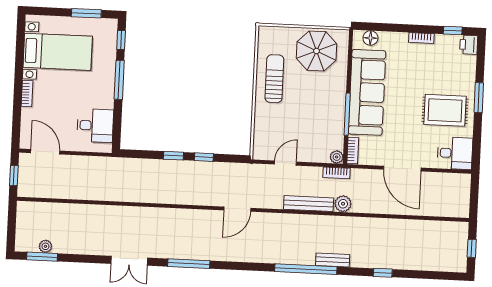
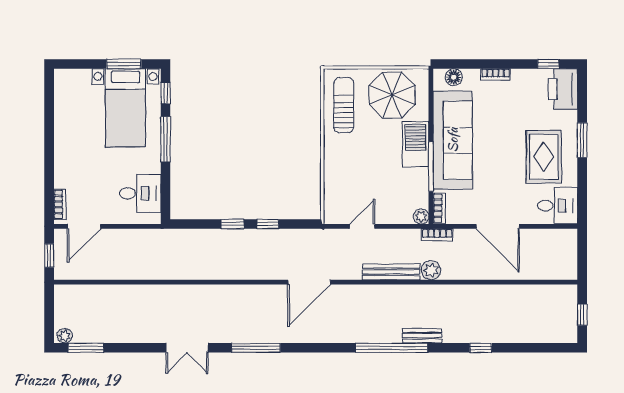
bookcase: (421, 38) -> (496, 74), moved
printer: (469, 45) -> (563, 89), width x1.87, depth x1.48
bed with nightstands: (58, 52) -> (125, 108), moved, turned 90
sun lounger: (274, 79) -> (344, 105), moved
bookcase: (27, 93) -> (60, 204), moved
barbecue: (335, 94) -> (416, 144), added
rug: (445, 110) -> (544, 157), turned 90
door: (45, 152) -> (84, 226), swing flipped
bookcase: (337, 173) -> (437, 235), moved
door: (237, 209) -> (309, 282), width x1.36
plant: (45, 246) -> (65, 336), moved

